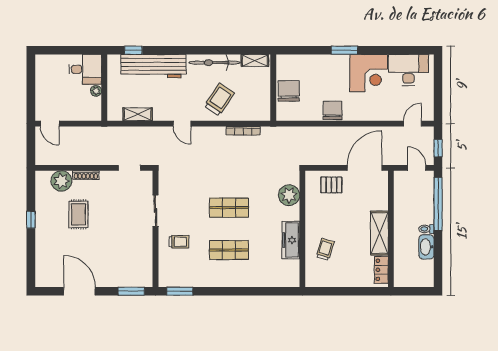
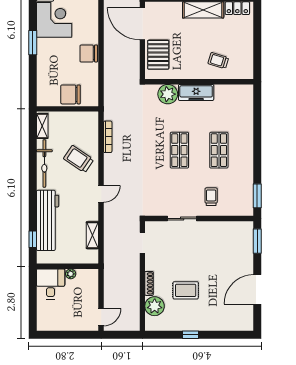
pallet: (331, 185) -> (158, 55), width x1.50, depth x1.42
freezer: (291, 240) -> (196, 92), moved

